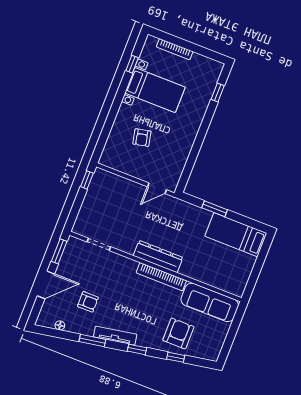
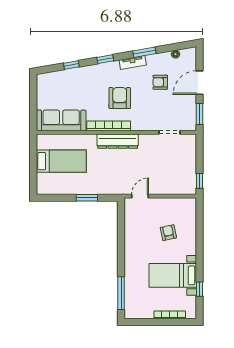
window: (218, 93) -> (121, 293), width x2.17
bed: (236, 235) -> (61, 161), moved
armchair: (178, 333) -> (120, 98), moved, turned 180
tv unit: (115, 336) -> (133, 63), width x0.71

